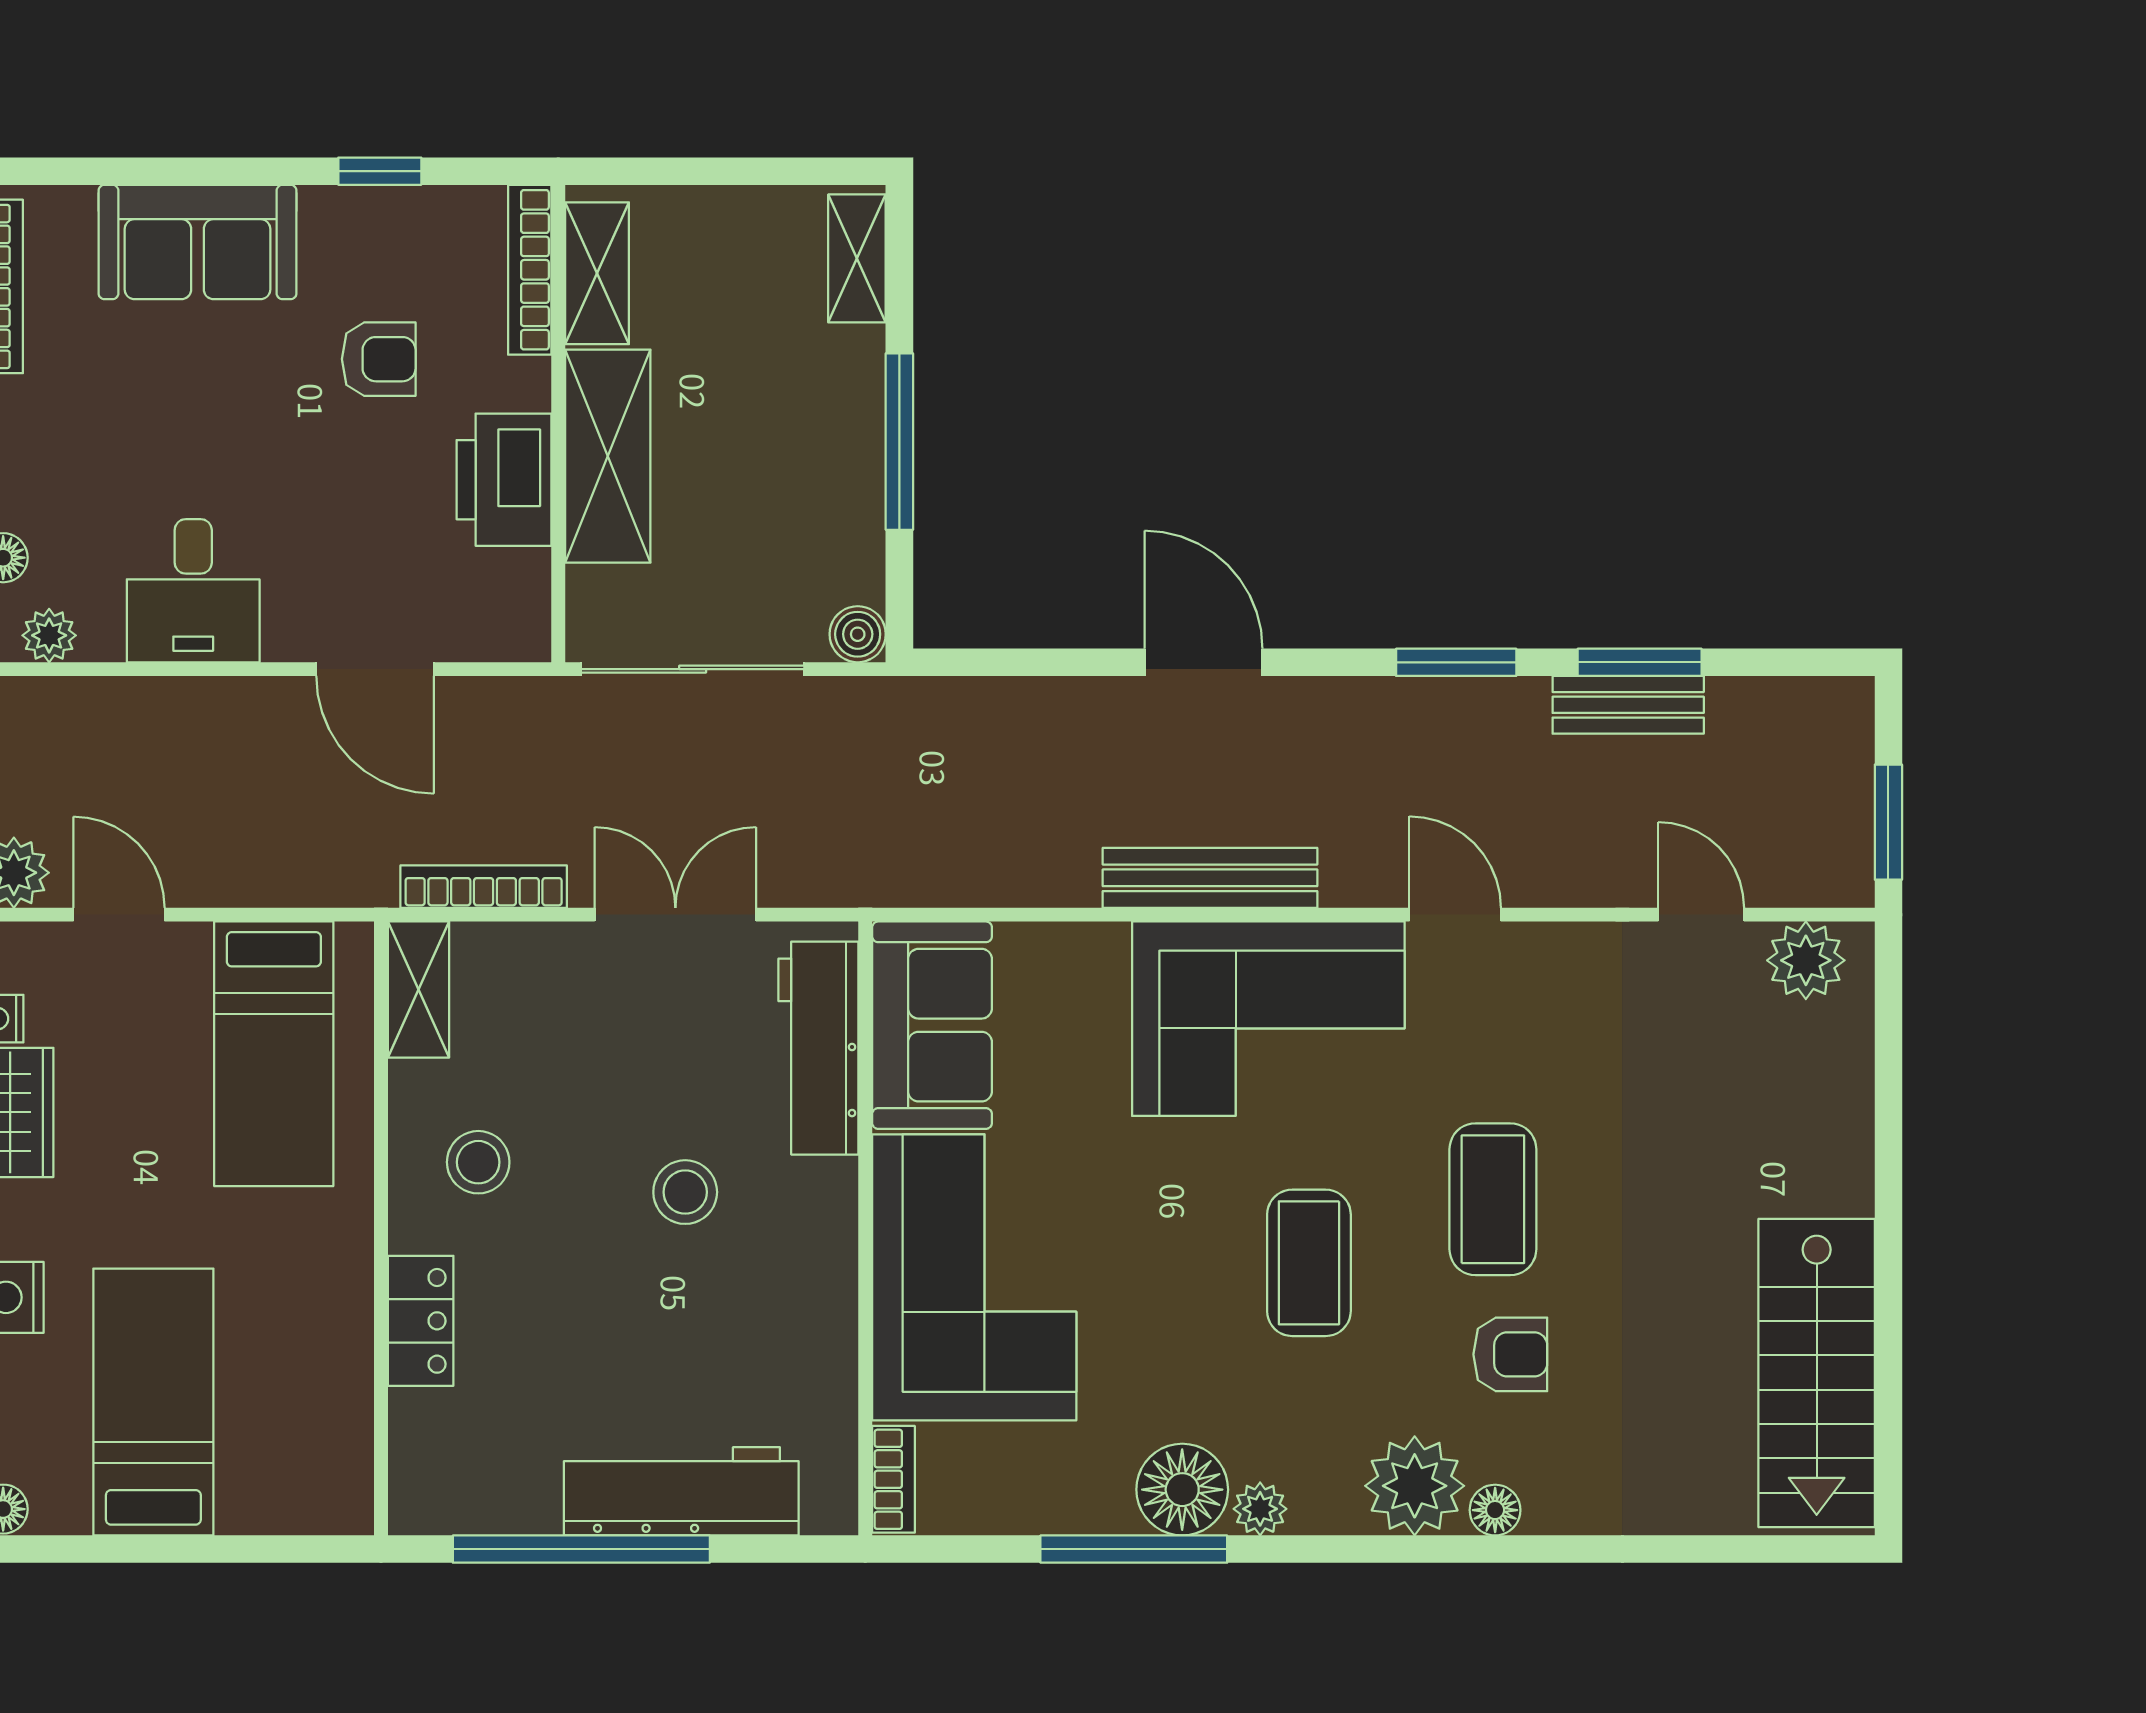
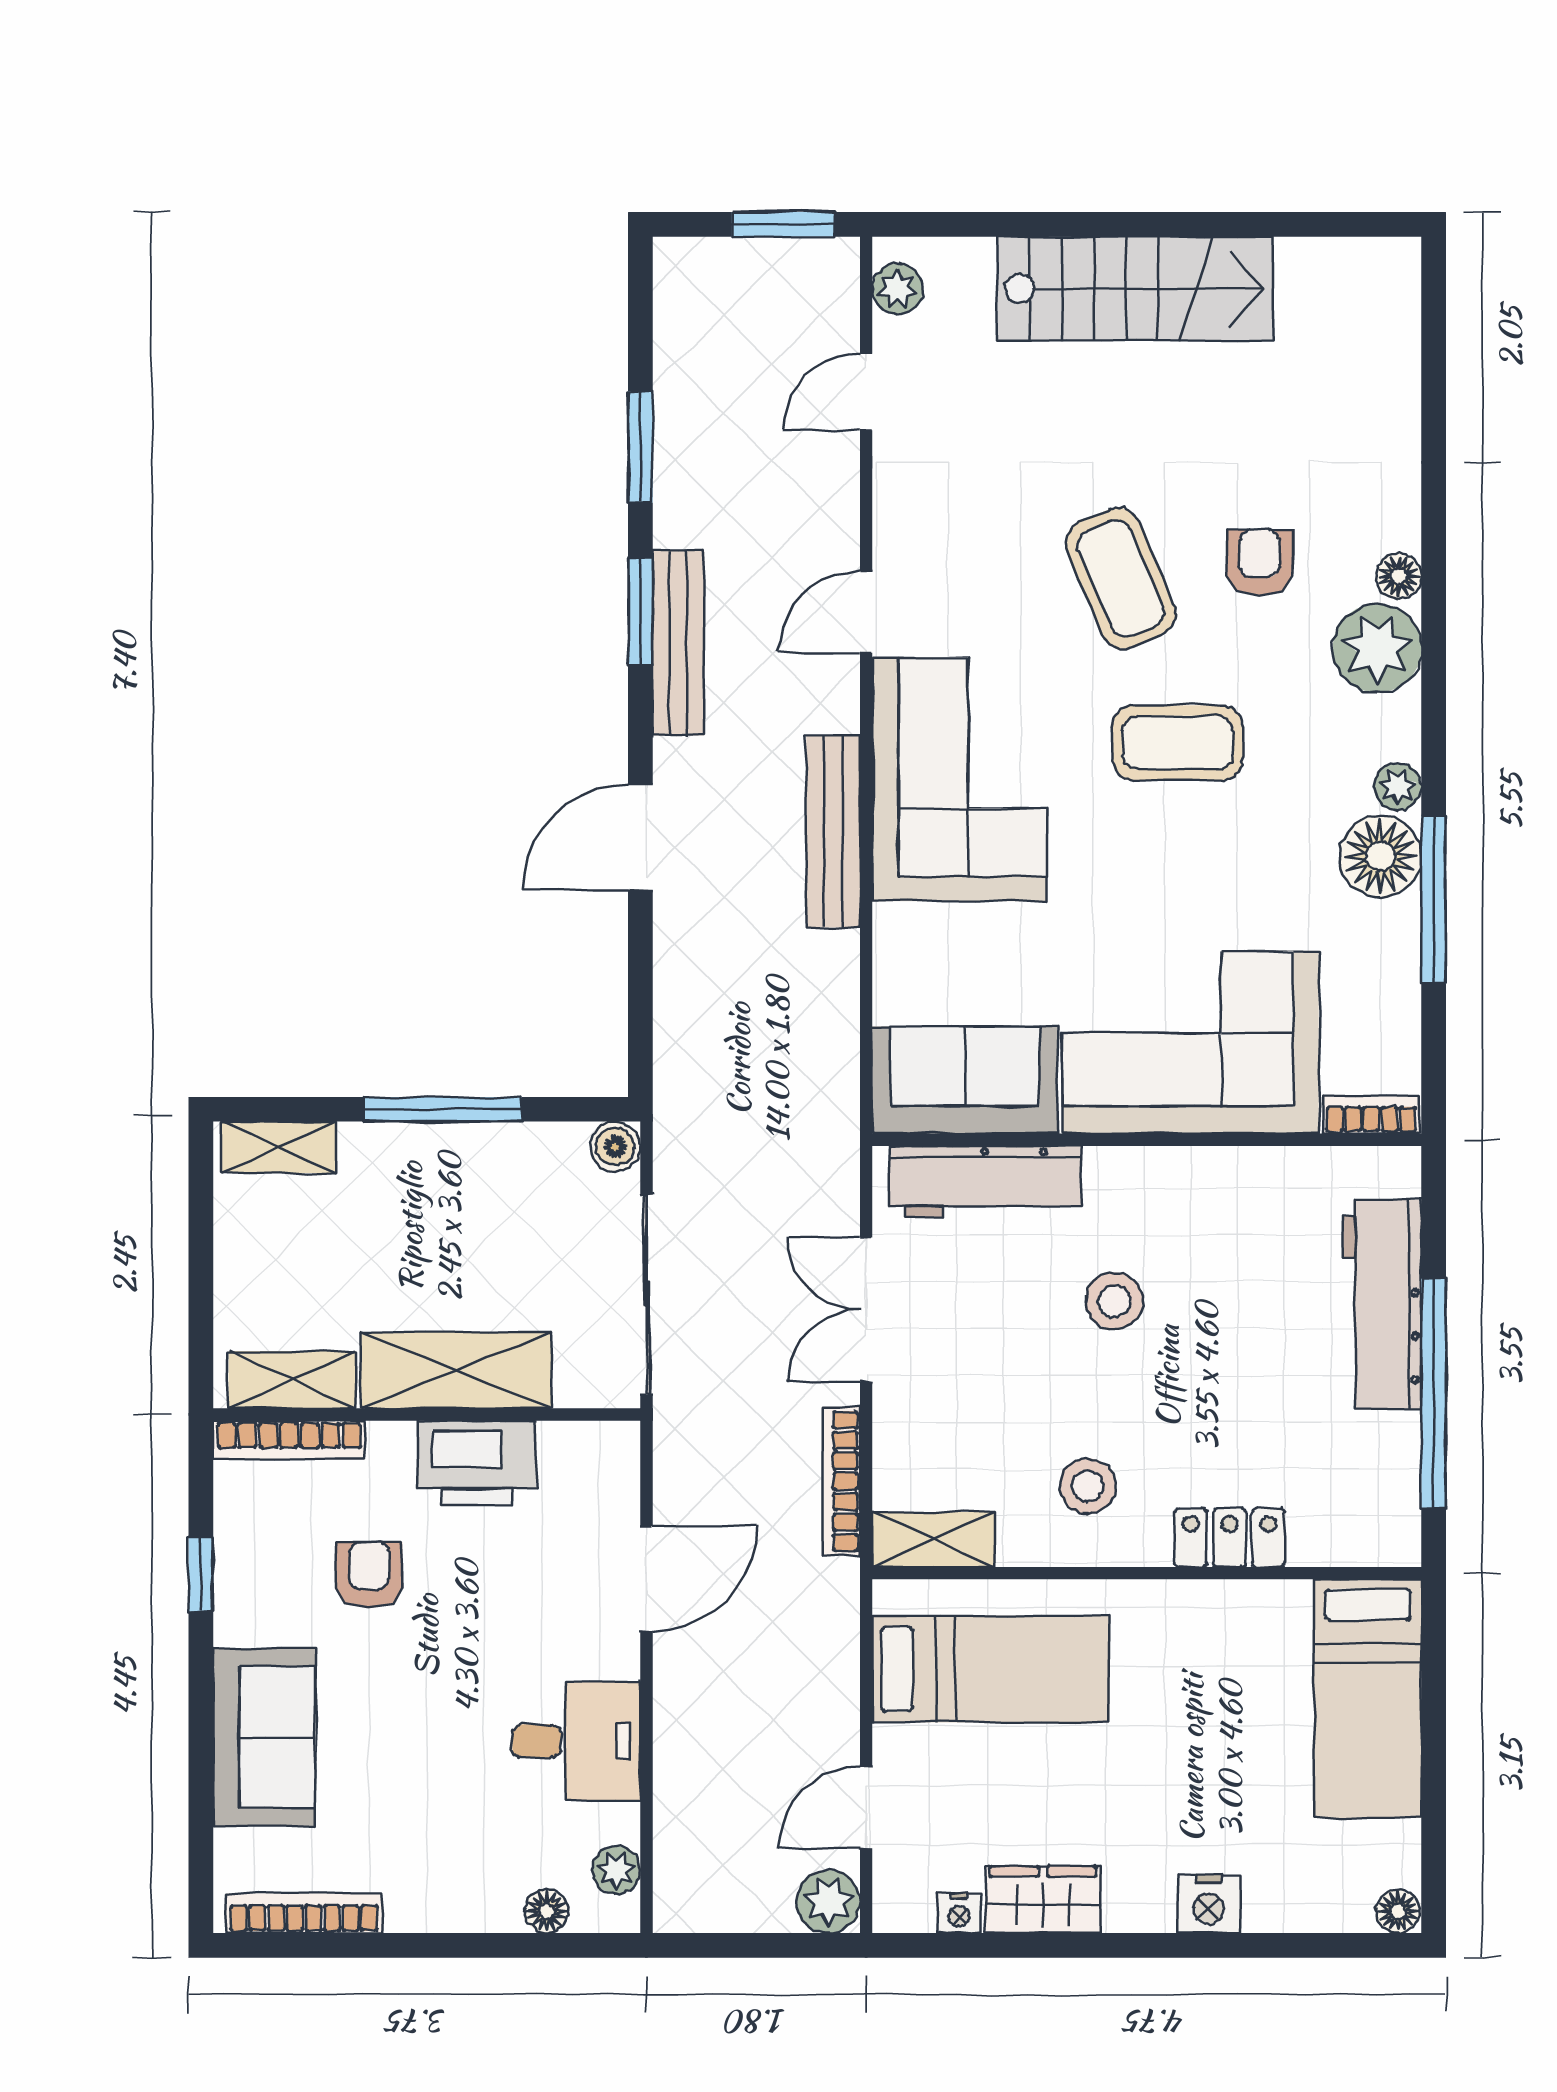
bench: (1628, 705) -> (678, 643), moved, width x1.36
plant: (1806, 960) -> (898, 289), width x0.73, depth x0.73
coffee table: (1493, 1199) -> (1121, 578), turned 67
stairs: (1817, 1373) -> (1135, 289), moved
bed: (153, 1402) -> (1368, 1699), moved, turned -90

